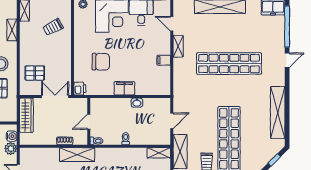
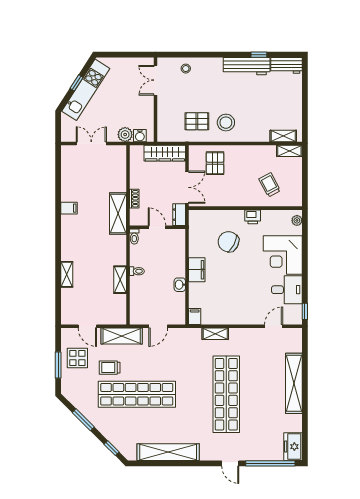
shelving: (12, 30) -> (283, 136), moved
shelving: (178, 46) -> (215, 334), moved
filing cabinet: (164, 60) -> (195, 317), moved
chair: (101, 62) -> (228, 242), turned 116
printer: (80, 89) -> (253, 217), moved
dresser: (78, 103) -> (179, 215), added
door: (172, 121) -> (158, 326), hinge flipped
shelving: (159, 153) -> (120, 280), moved

